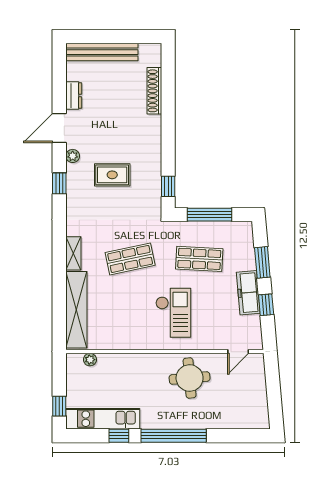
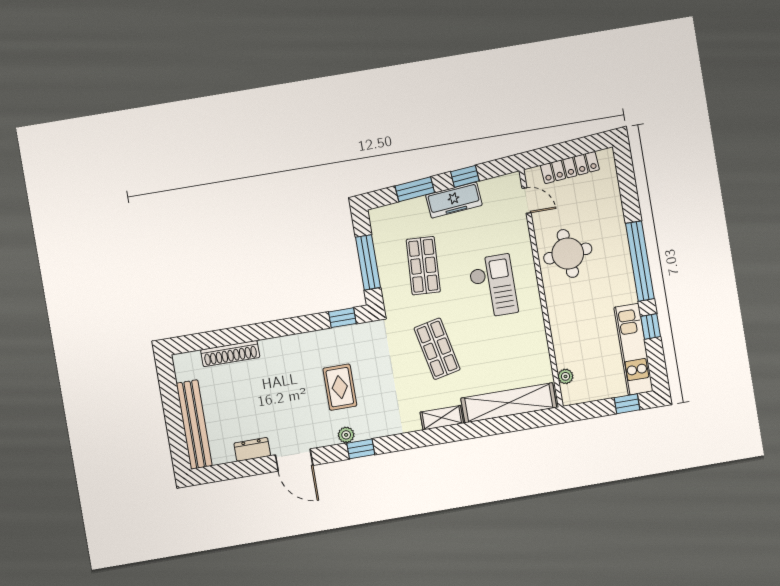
plant: (73, 156) -> (346, 435), moved
checkout: (173, 313) -> (493, 286), turned 90
locker: (259, 391) -> (570, 168), added

